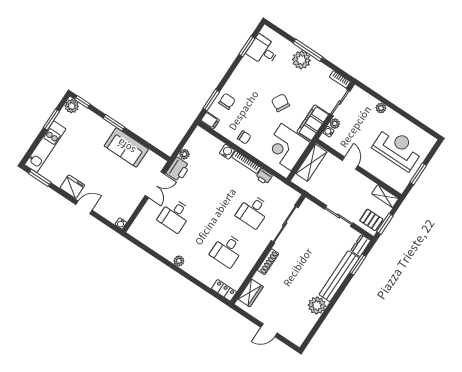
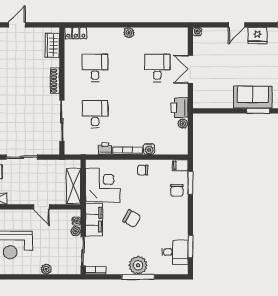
sofa: (126, 147) -> (253, 97), moved
double door: (155, 185) -> (190, 69), moved

